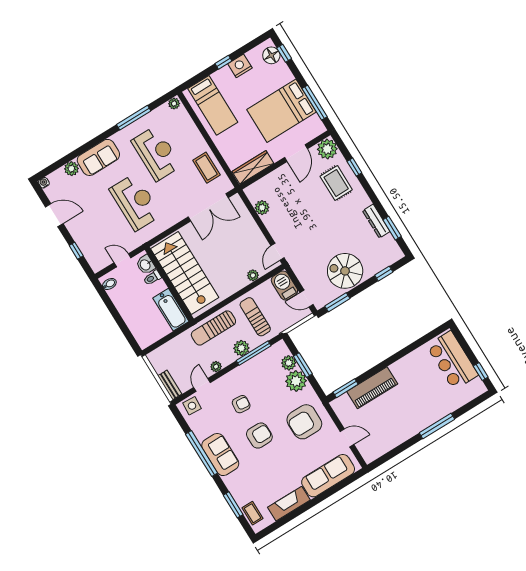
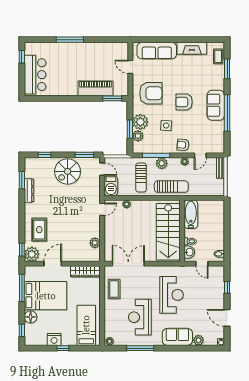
floor lamp: (271, 55) -> (31, 317), moved
window: (354, 167) -> (22, 250), moved
reception desk: (135, 202) -> (172, 295), turned 180
spiral stairs: (345, 271) -> (68, 171), turned 90
armchair: (241, 404) -> (183, 145), moved
side table: (192, 406) -> (166, 125), moved

